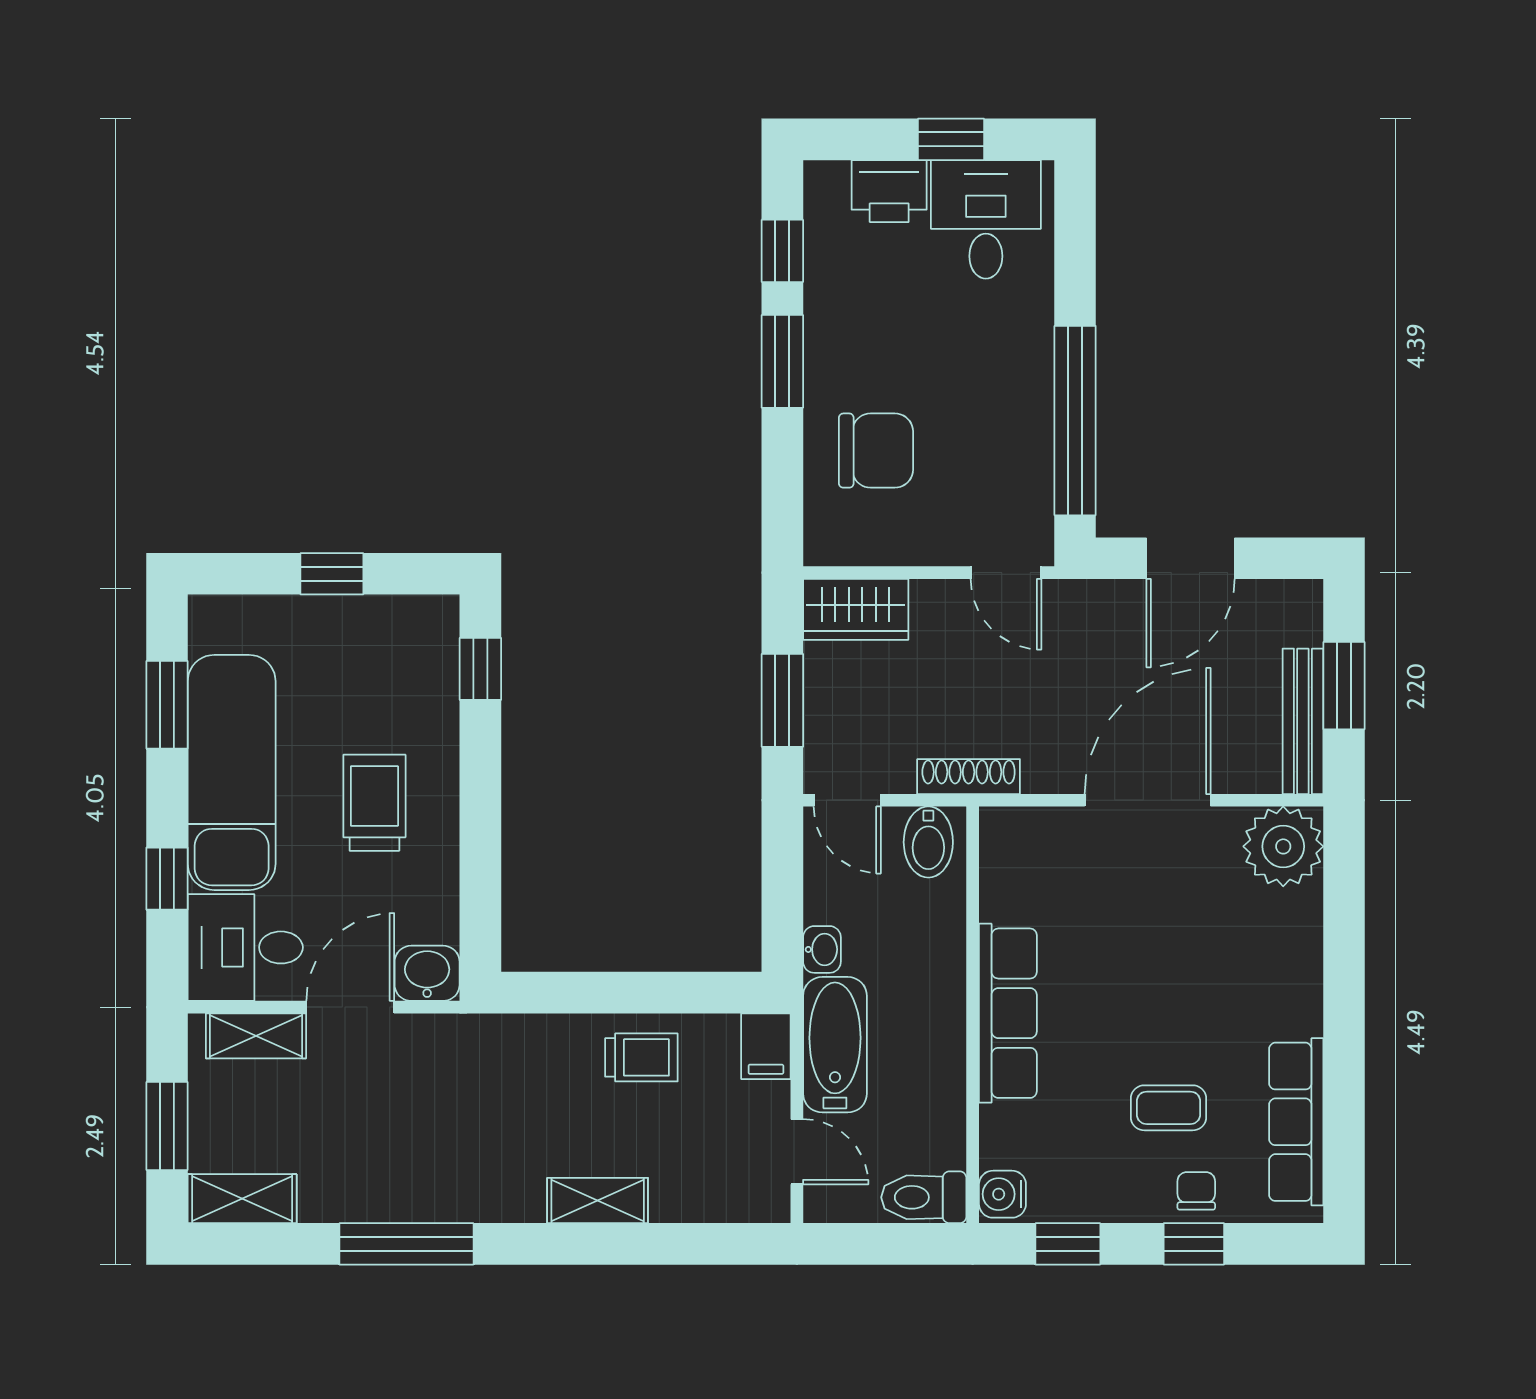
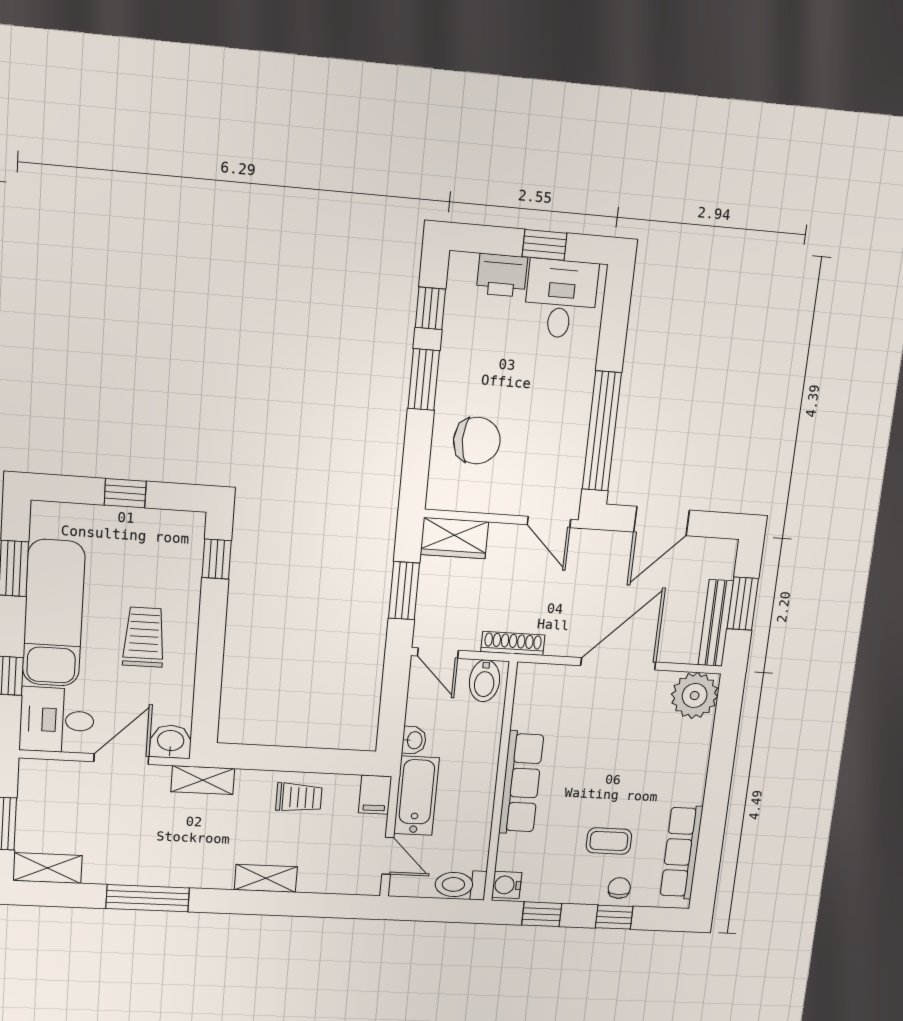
shelving: (256, 1036) -> (203, 780), moved

